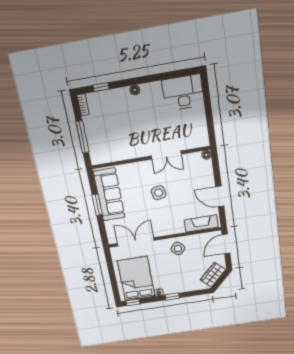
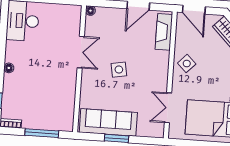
double door: (136, 242) -> (168, 108), width x0.73

